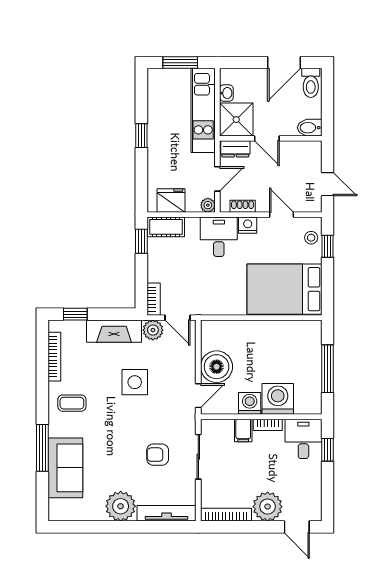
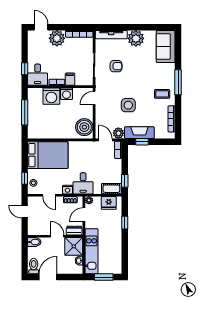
window: (141, 136) -> (125, 223), moved
window: (75, 314) -> (142, 142), moved
boiler: (217, 367) -> (84, 127), moved
window: (42, 448) -> (178, 82), moved
sofa: (65, 468) -> (166, 46), moved

